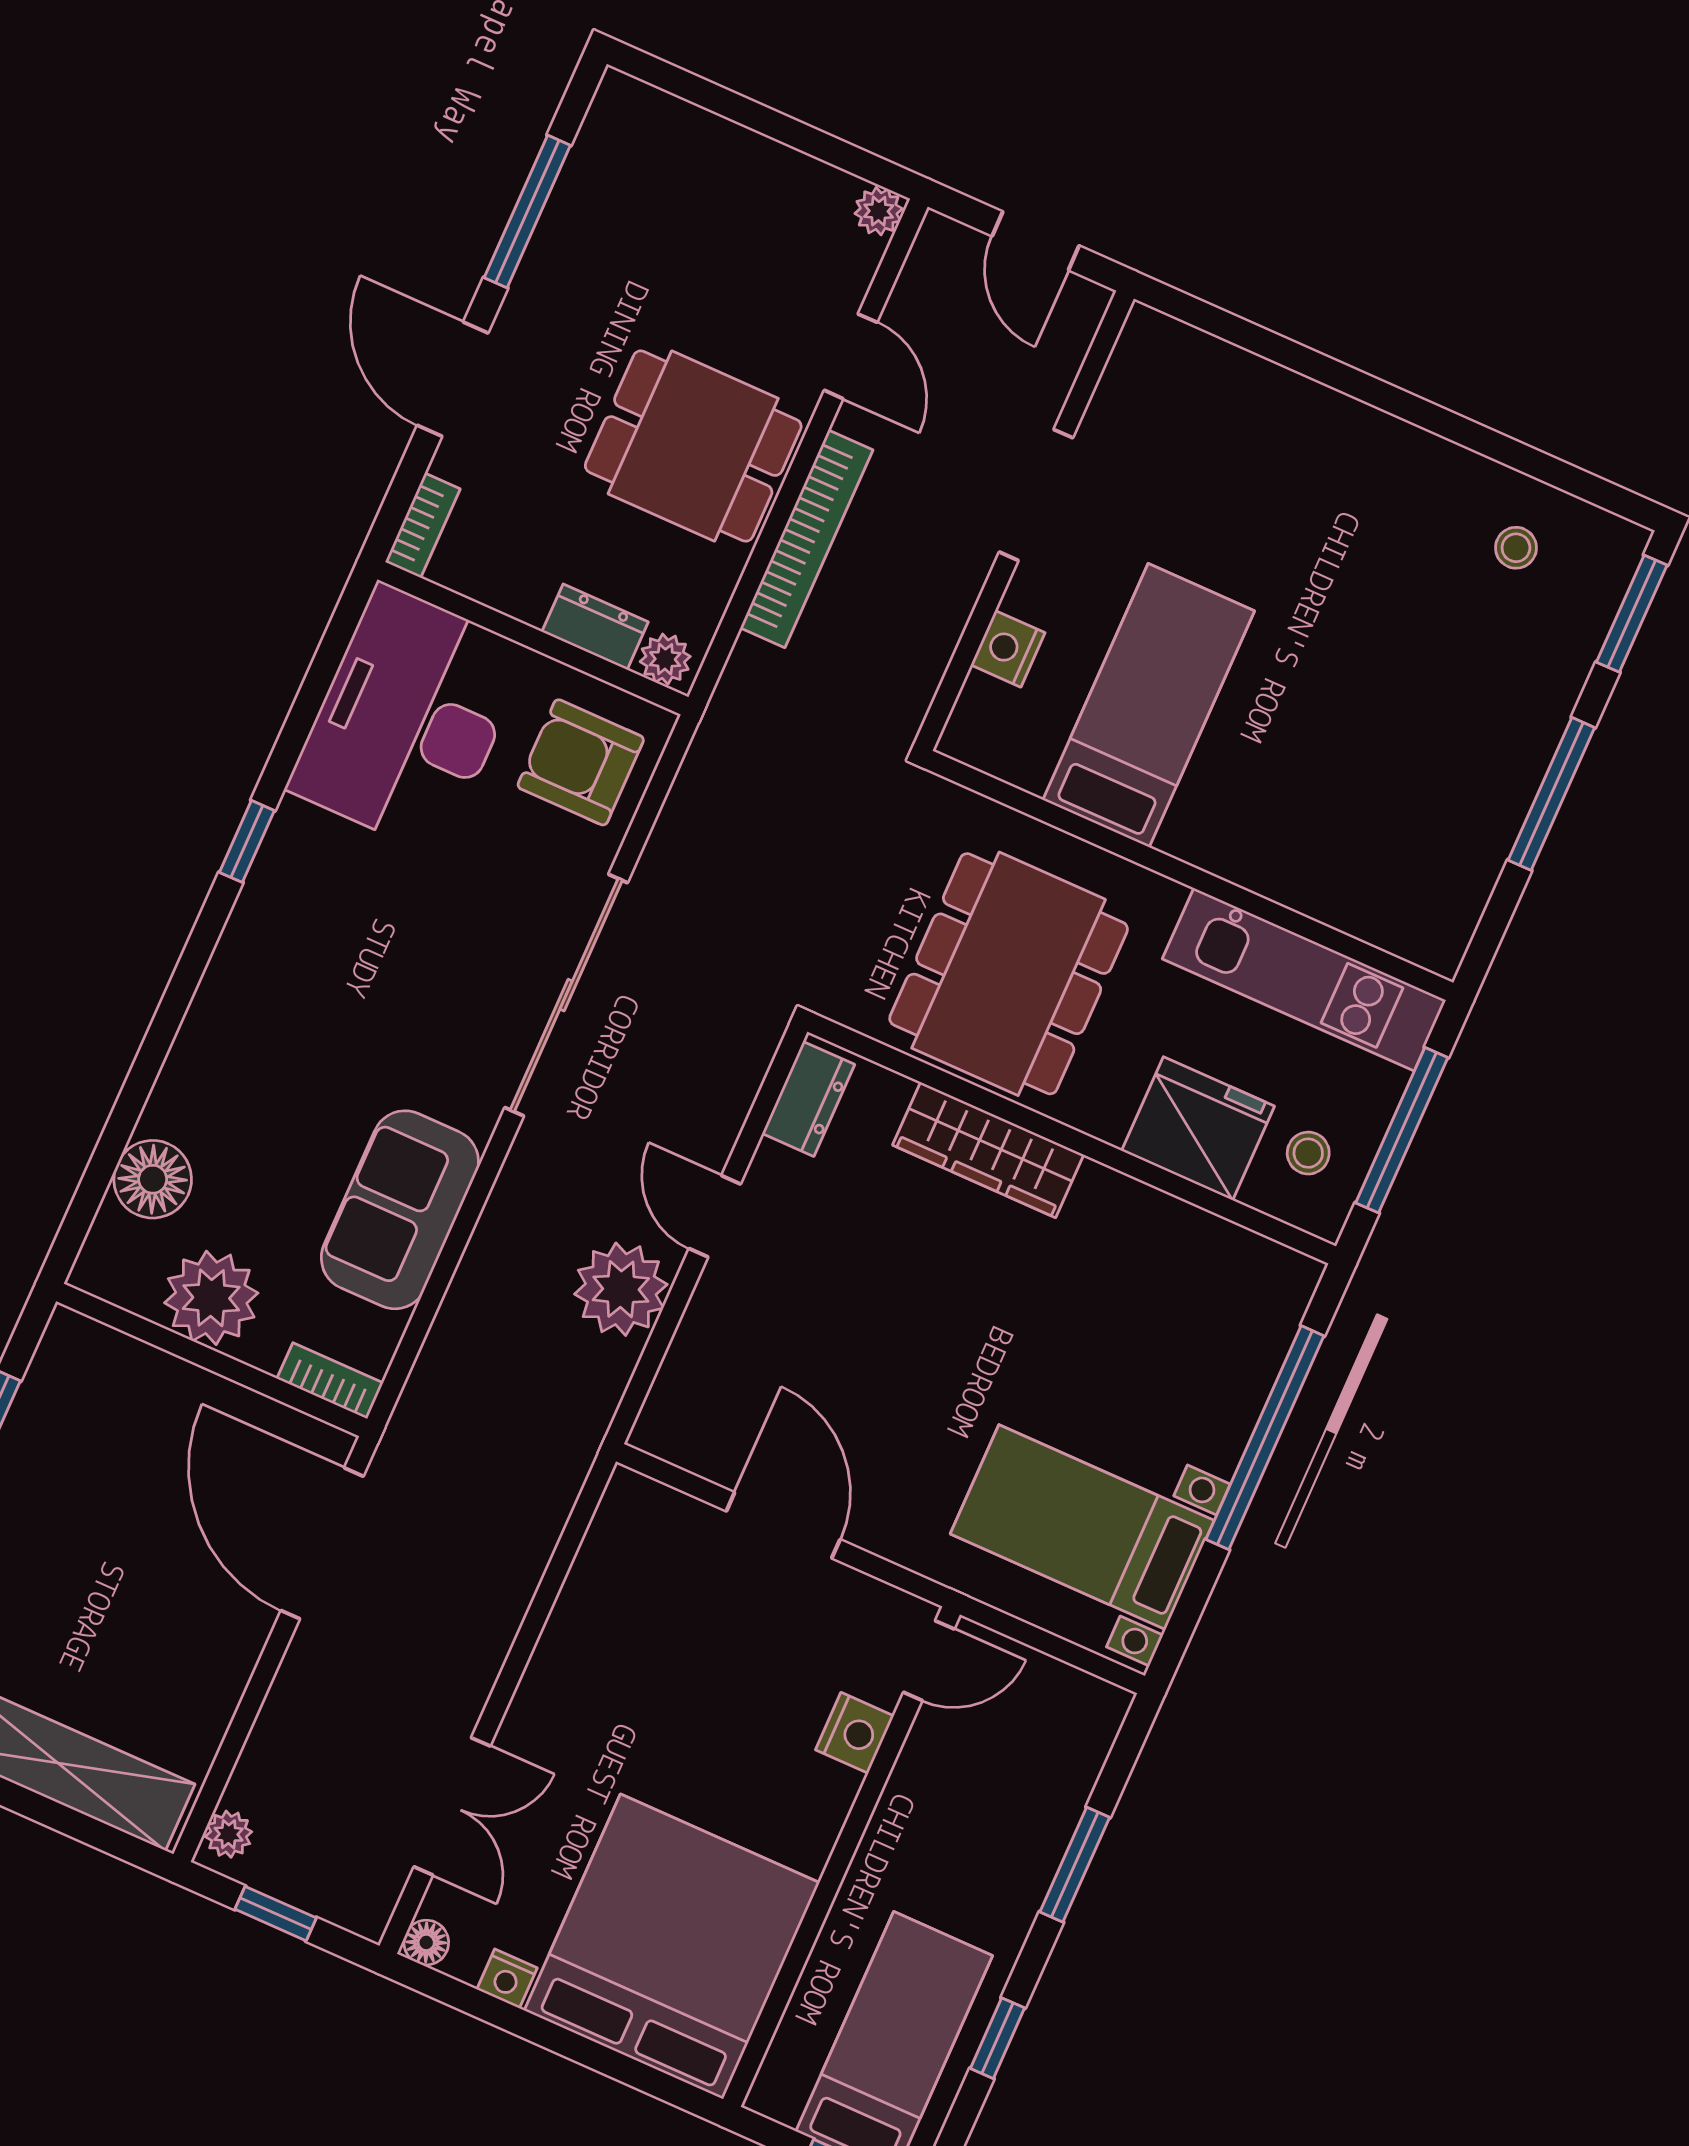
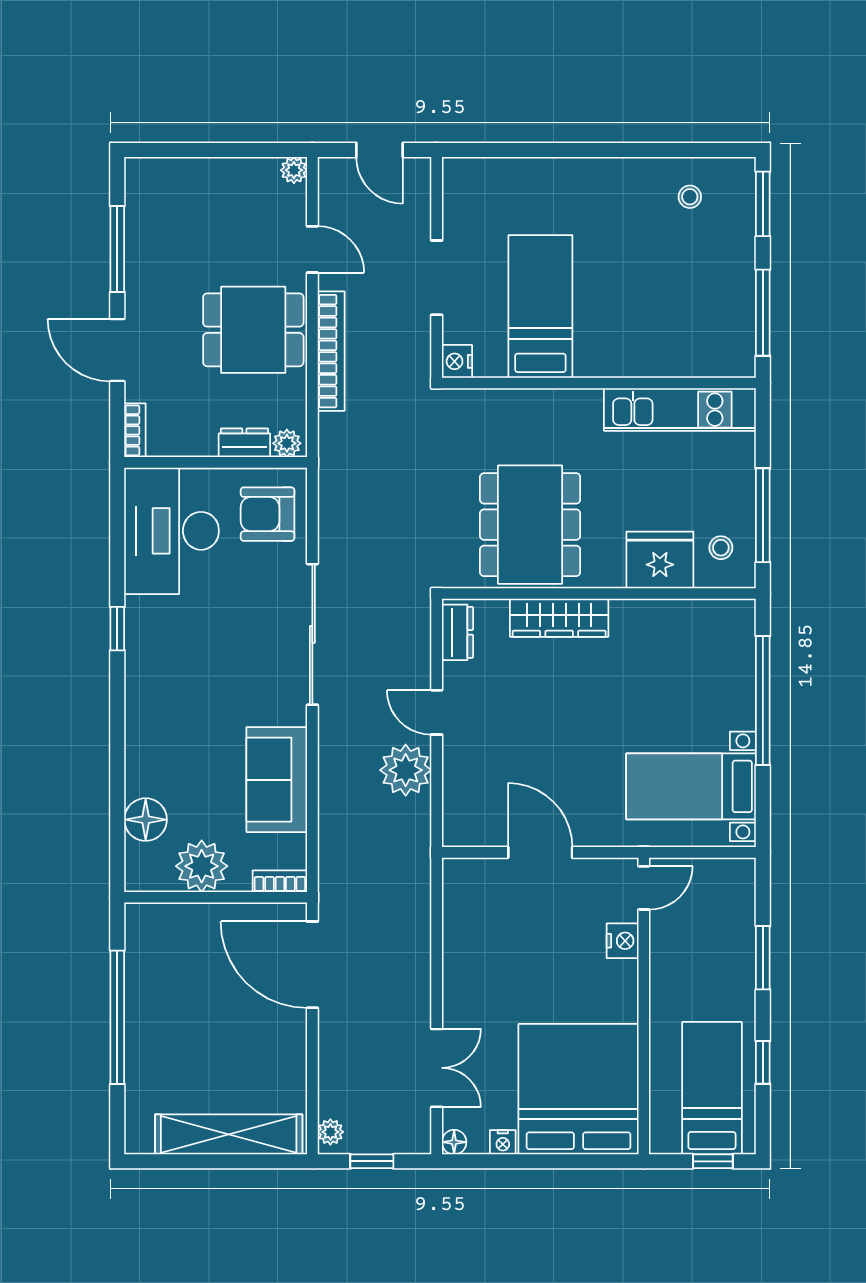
bed: (1149, 705) -> (540, 307), moved
wall: (1189, 876) -> (599, 383), moved
kitchen unit: (1304, 980) -> (680, 410), moved

